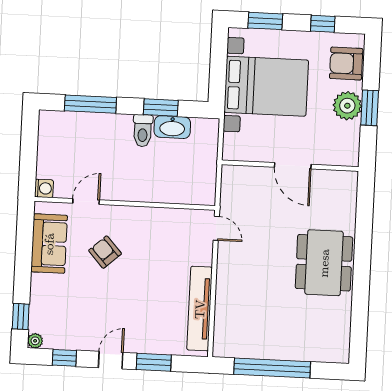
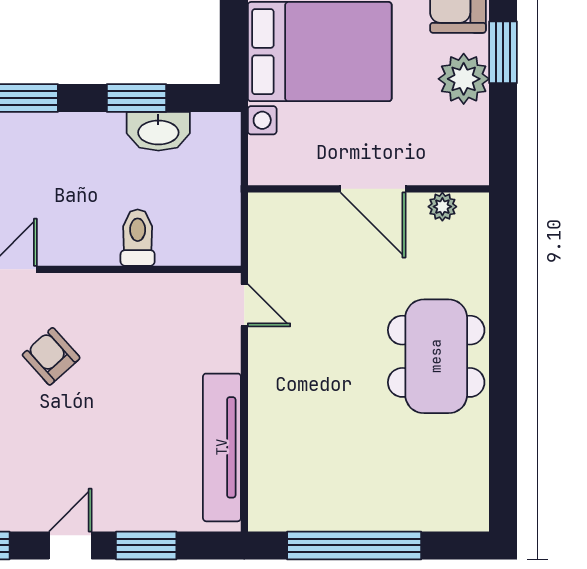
window: (370, 108) -> (503, 52), moved
toilet: (143, 131) -> (138, 238), moved, turned 180
plant: (332, 178) -> (442, 207), added

